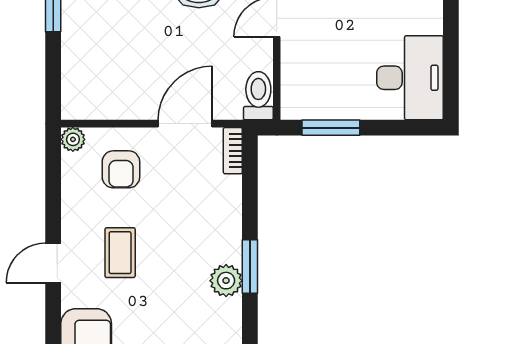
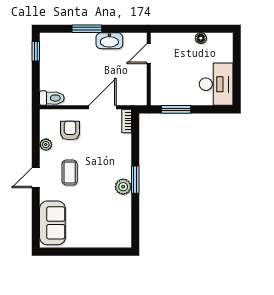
toilet: (258, 96) -> (52, 98), moved, turned 90
plant: (73, 139) -> (46, 145), moved
armchair: (121, 169) -> (70, 130), turned 180

